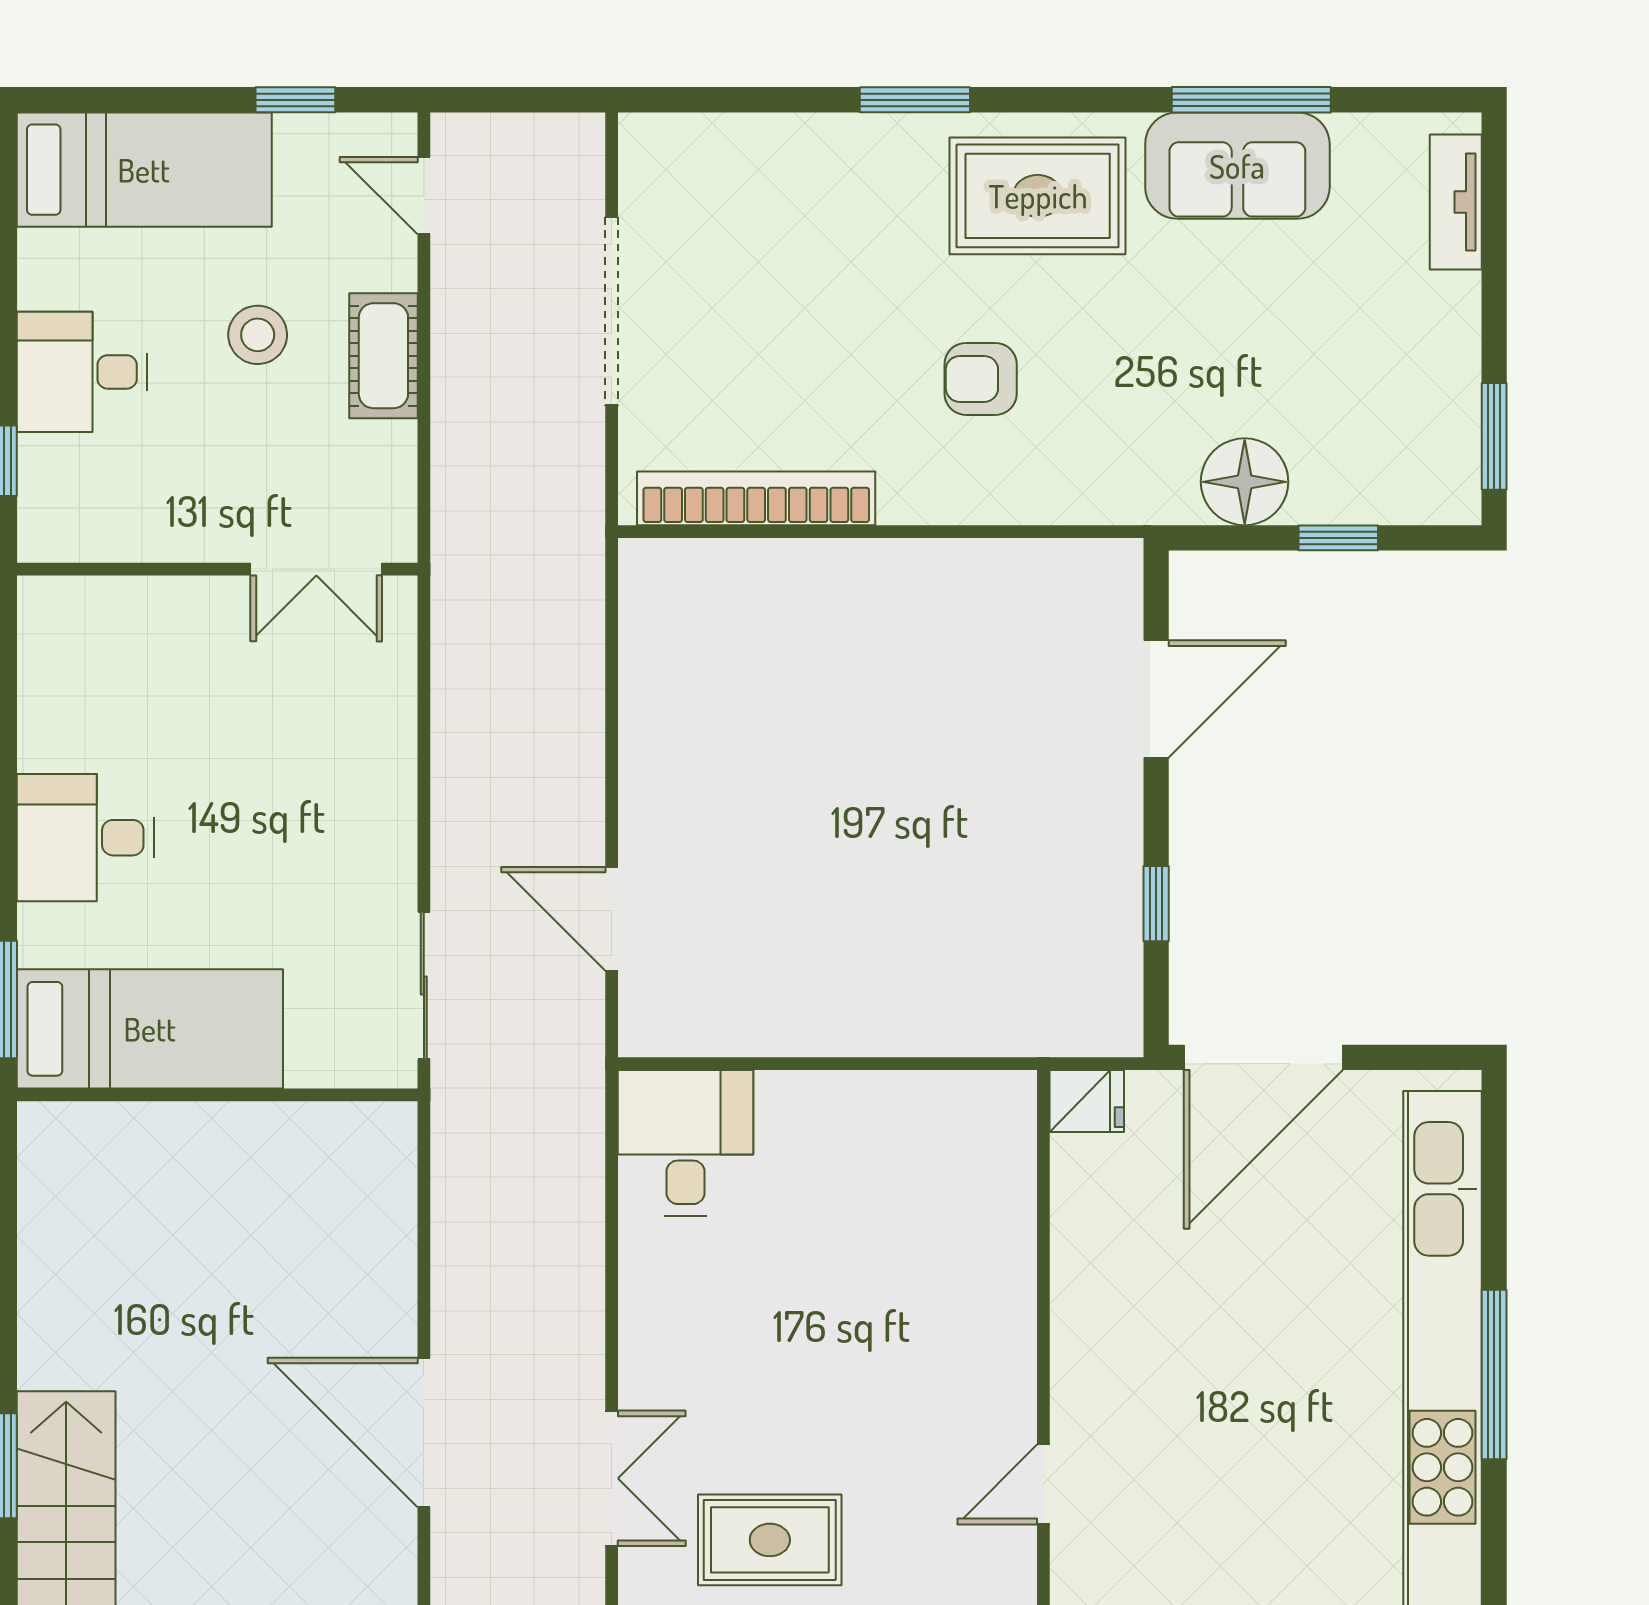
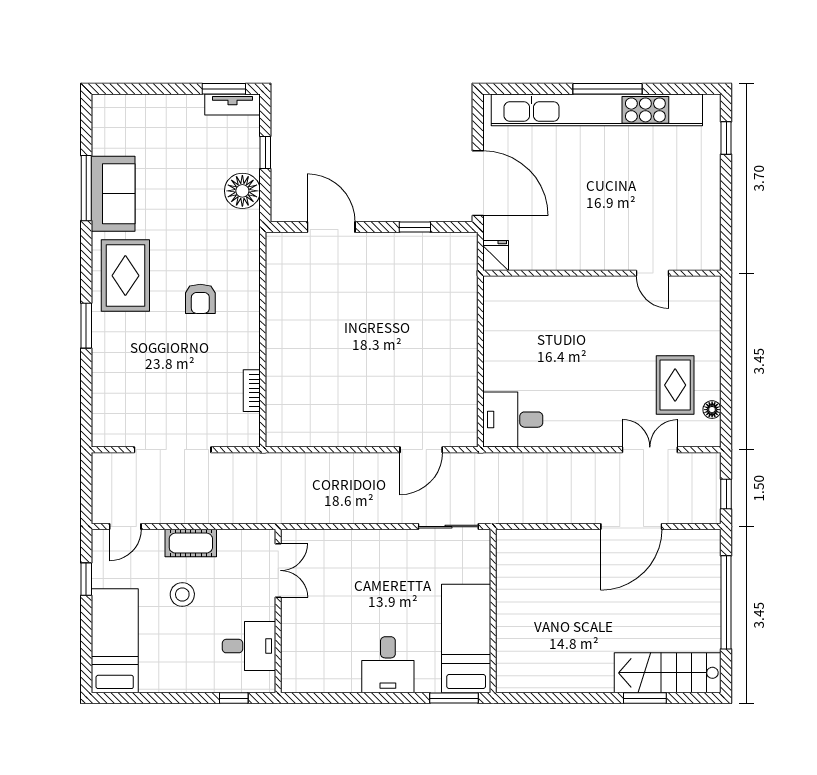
tv unit: (1456, 202) -> (233, 104), moved
desk: (82, 372) -> (249, 646), moved, turned -90
bookcase: (756, 498) -> (252, 391), width x0.43, depth x0.76

